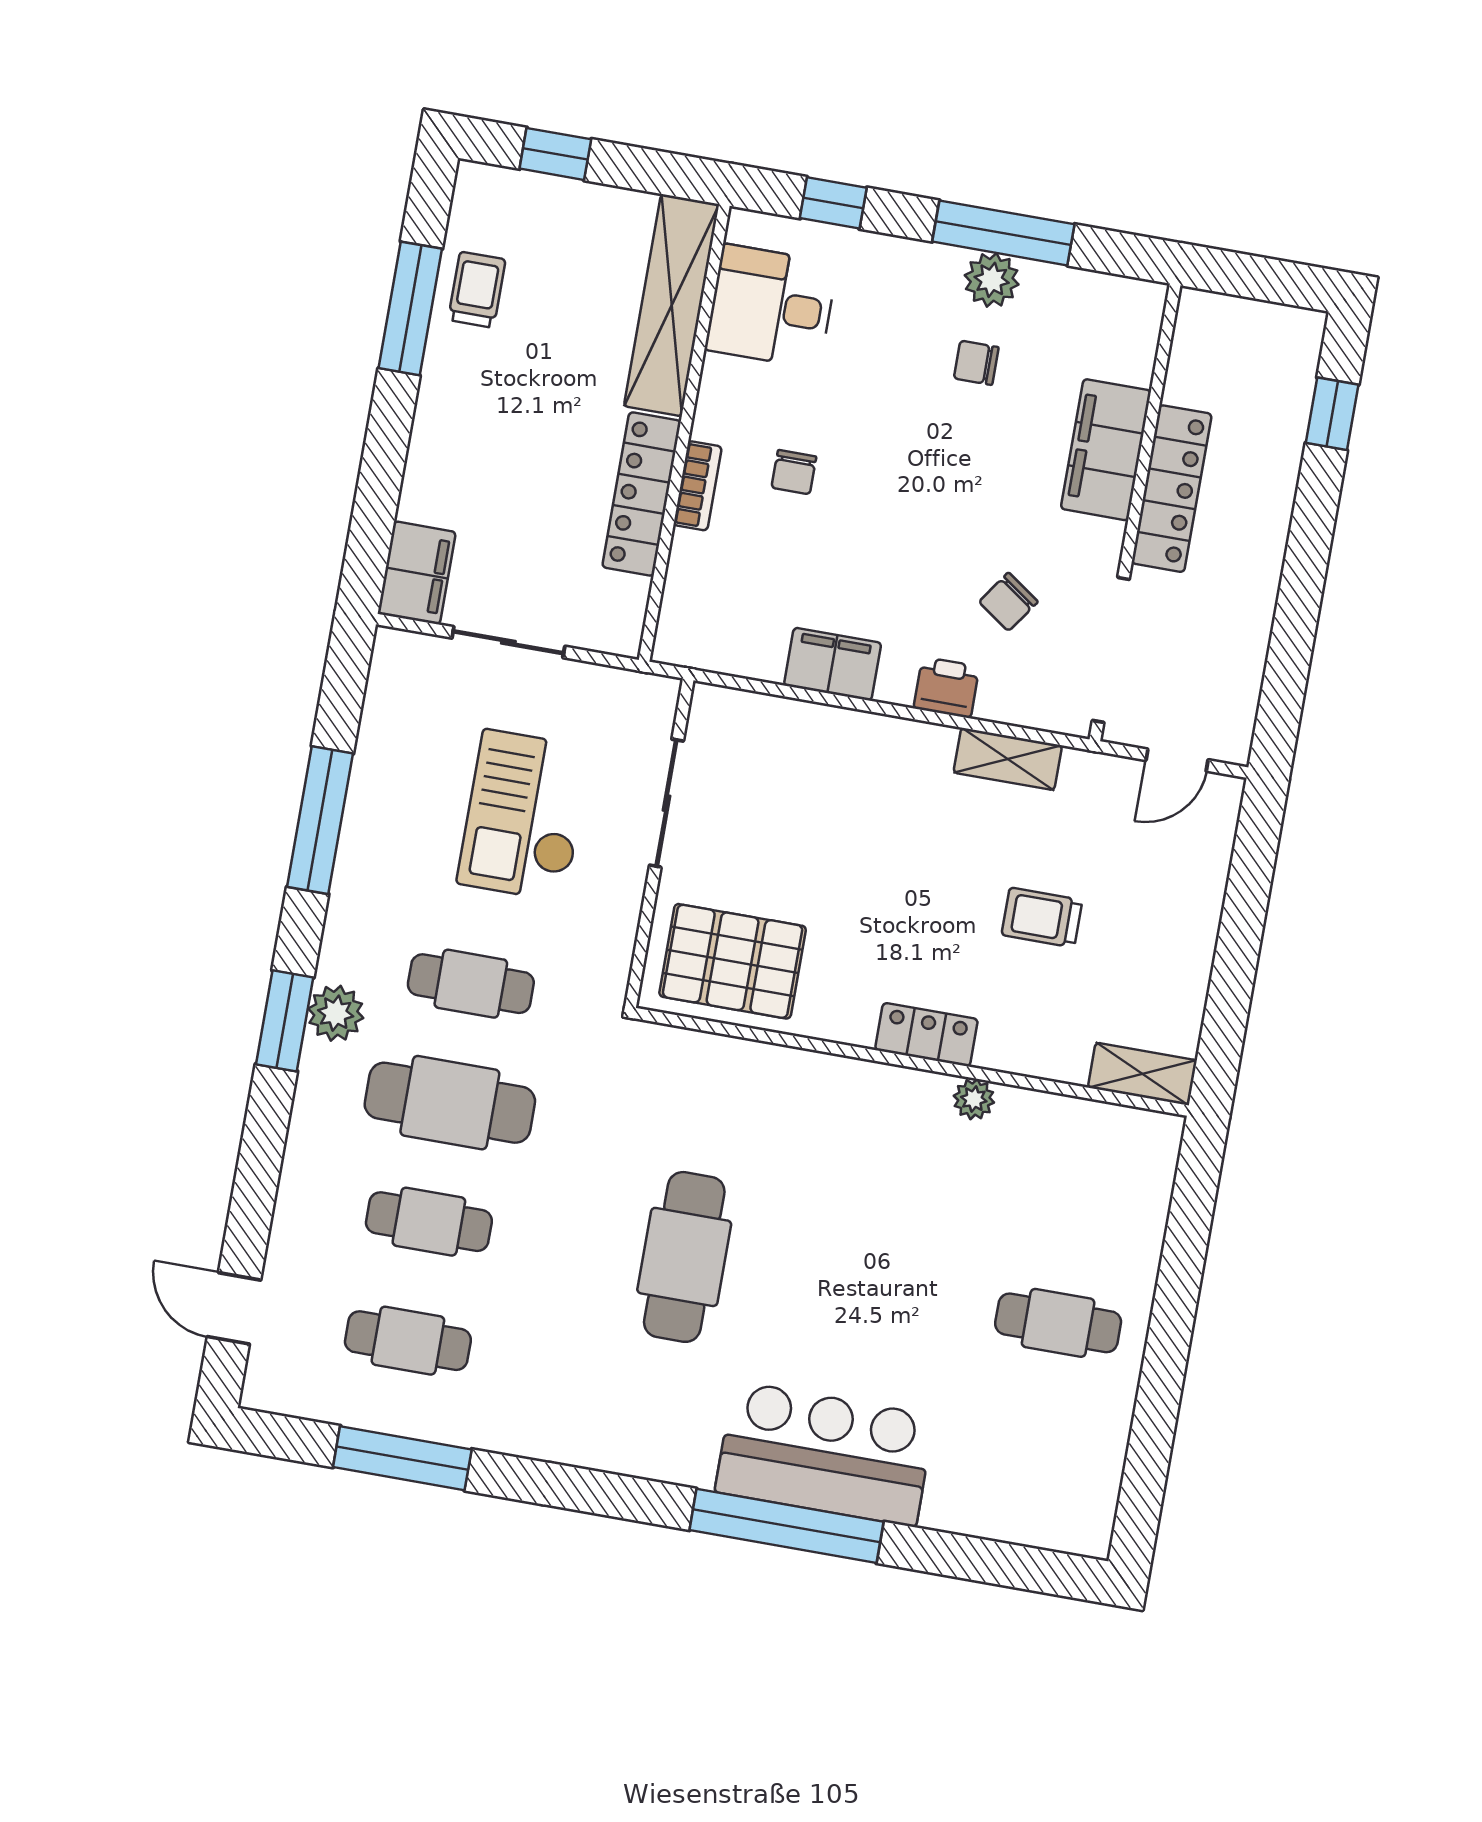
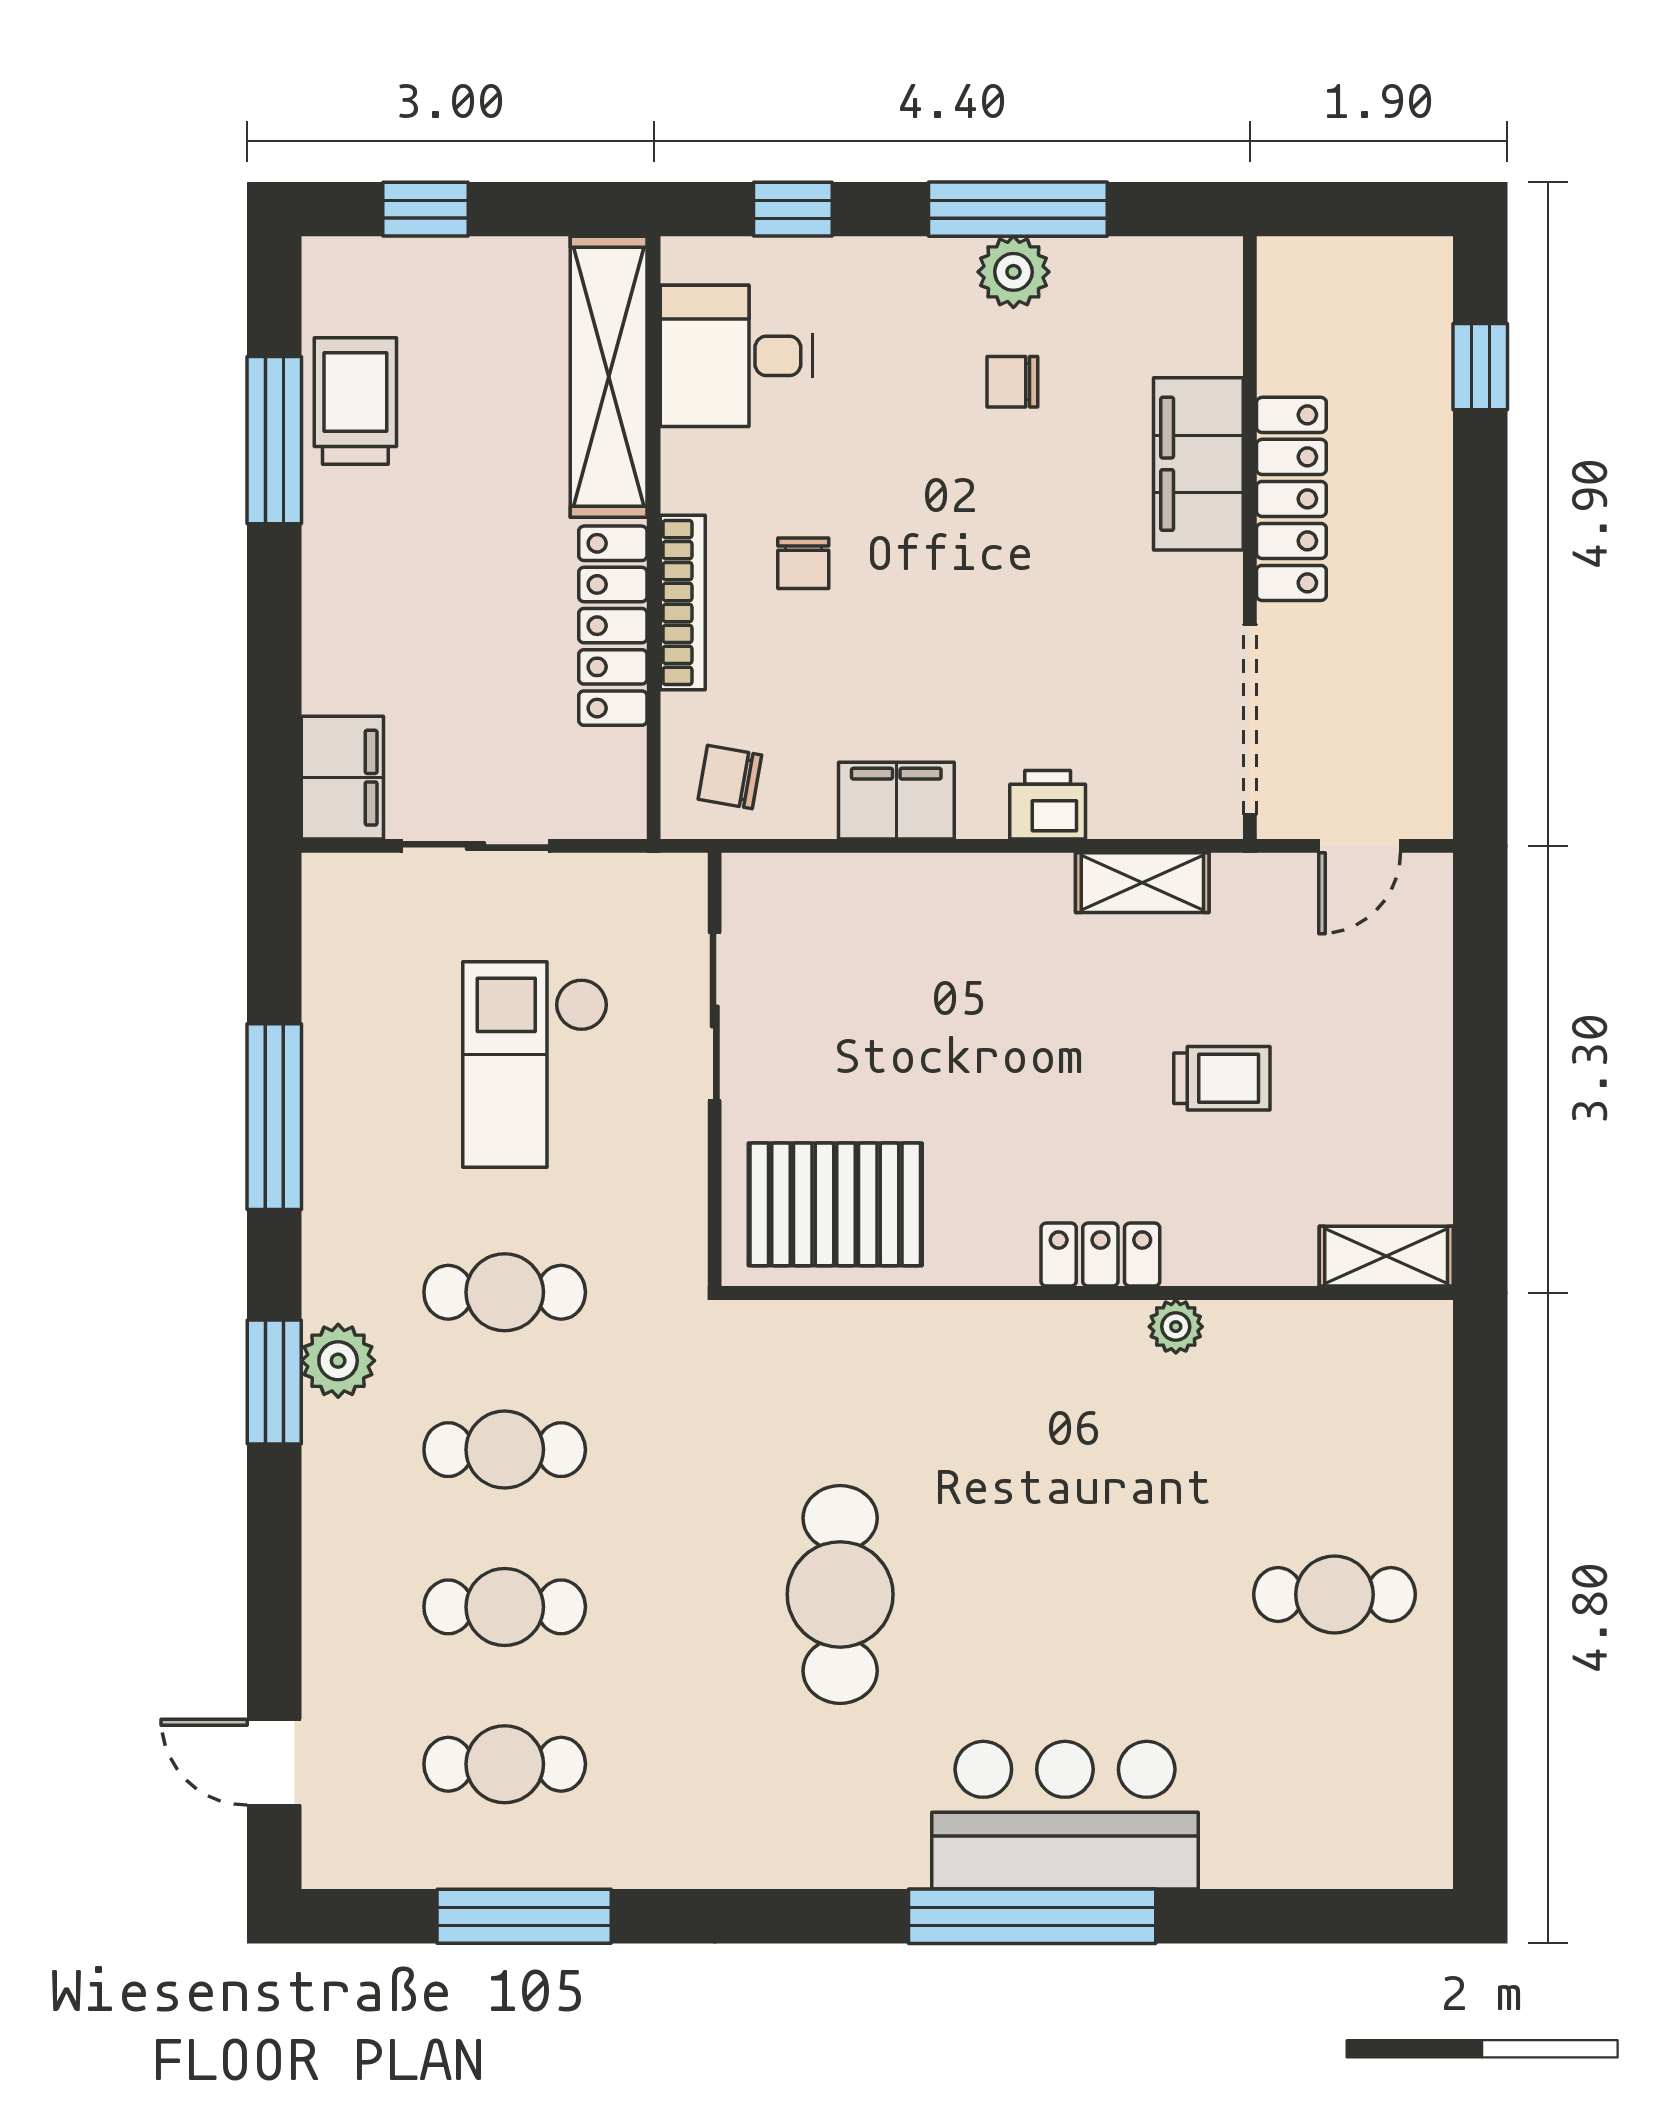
trolley: (477, 290) -> (355, 401), width x1.36, depth x1.39
bookcase: (698, 486) -> (683, 603), width x1.56
chair: (1008, 602) -> (730, 777), moved, turned 65
trolley: (1042, 917) -> (1222, 1078), turned 180
cafe table: (450, 1103) -> (505, 1450), width x0.73, depth x0.74

